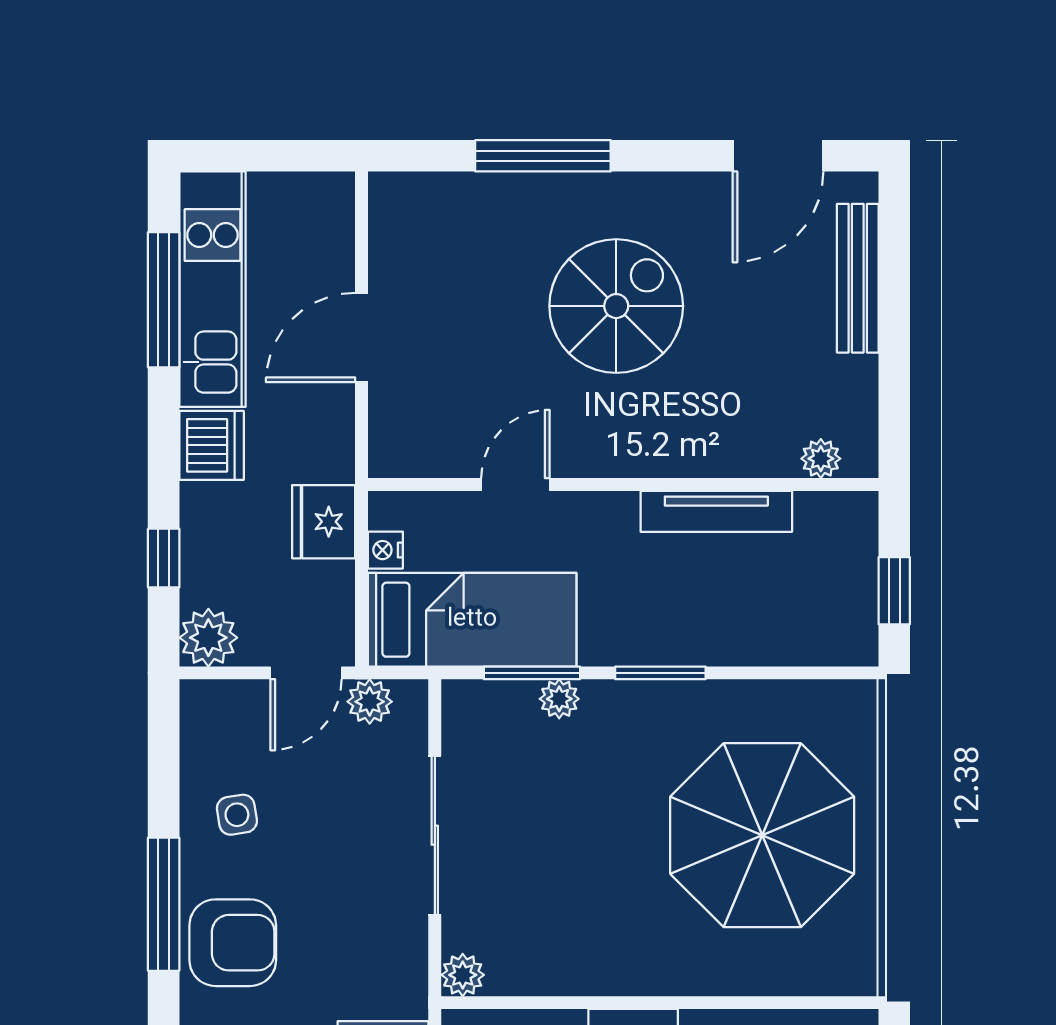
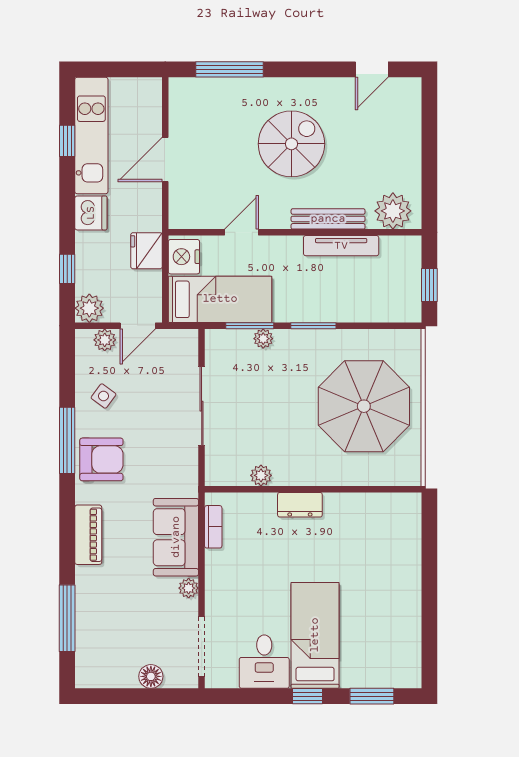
window: (543, 156) -> (230, 69), moved
door: (778, 156) -> (372, 69), width x0.73
bench: (858, 278) -> (328, 219), moved, turned 90
window: (164, 300) -> (67, 141), width x0.46
plant: (821, 459) -> (393, 211), width x1.88, depth x1.88
nightstand: (385, 550) -> (184, 257), width x1.89, depth x1.79
plant: (370, 702) -> (105, 340), moved
side table: (237, 815) -> (103, 396), turned 45
plant: (463, 975) -> (261, 475), moved

